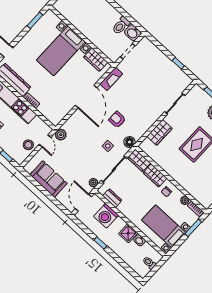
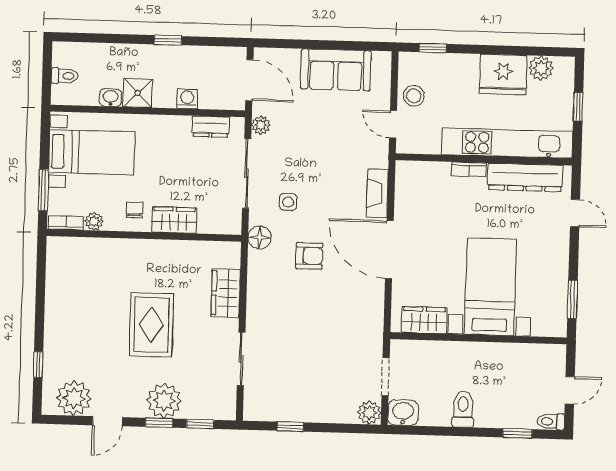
toilet: (121, 25) -> (463, 409), moved
fireplace: (111, 79) -> (377, 193), moved
plant: (61, 135) -> (369, 413), moved
wardrobe: (139, 160) -> (220, 222), removed
washing machine: (106, 216) -> (187, 99), width x0.53, depth x0.53

